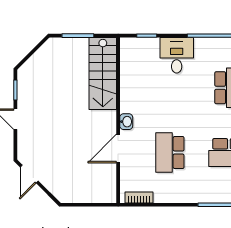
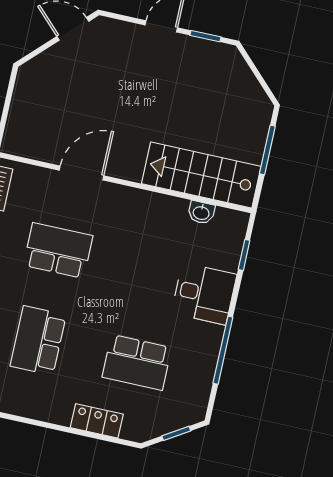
washbasin: (126, 122) -> (201, 212), moved
door: (118, 149) -> (82, 173), hinge flipped

